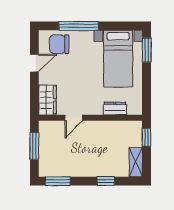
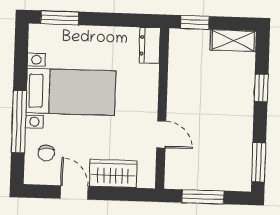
chair: (59, 44) -> (46, 153), width x0.54, depth x0.54
bed with nightstands: (118, 59) -> (71, 92), moved
wardrobe: (47, 100) -> (113, 173), moved
dresser: (115, 108) -> (150, 45), moved

